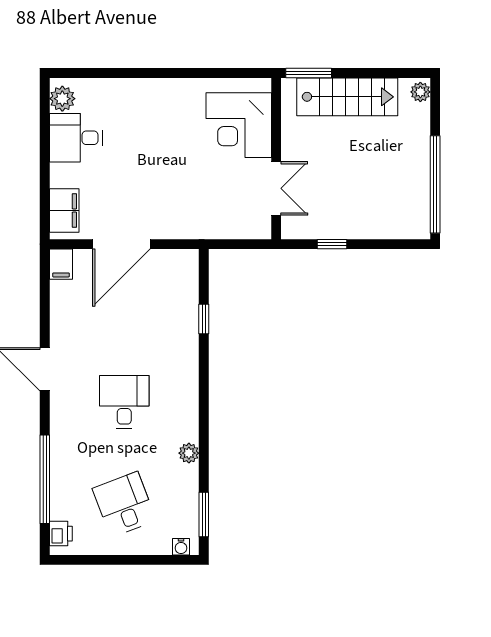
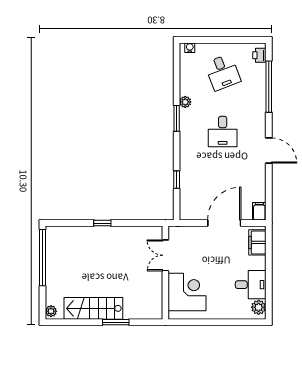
corner desk: (239, 125) -> (187, 292), moved
wall: (276, 159) -> (165, 273), moved
double door: (276, 188) -> (165, 255), moved
window: (204, 514) -> (177, 118), moved

